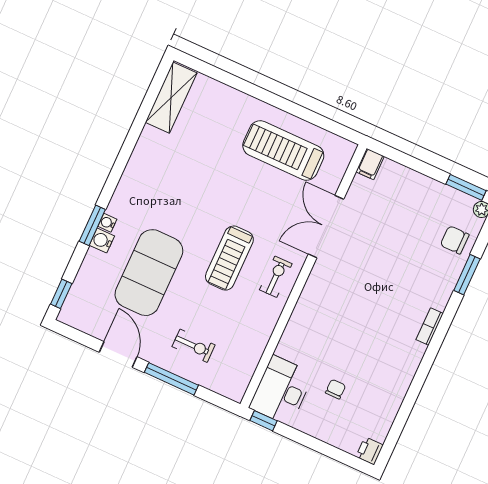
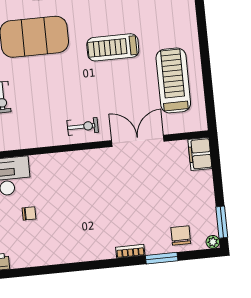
filing cabinet: (370, 164) -> (200, 154), width x2.00
treadmill: (229, 258) -> (113, 47), moved
bookcase: (430, 326) -> (130, 251), moved

